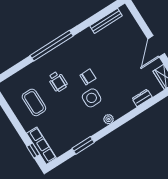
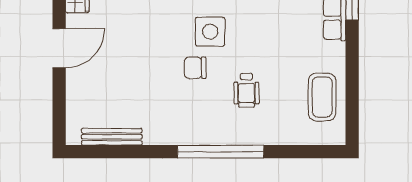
wheelchair: (58, 82) -> (246, 90), turned 180
coffee table: (34, 102) -> (322, 97), moved

